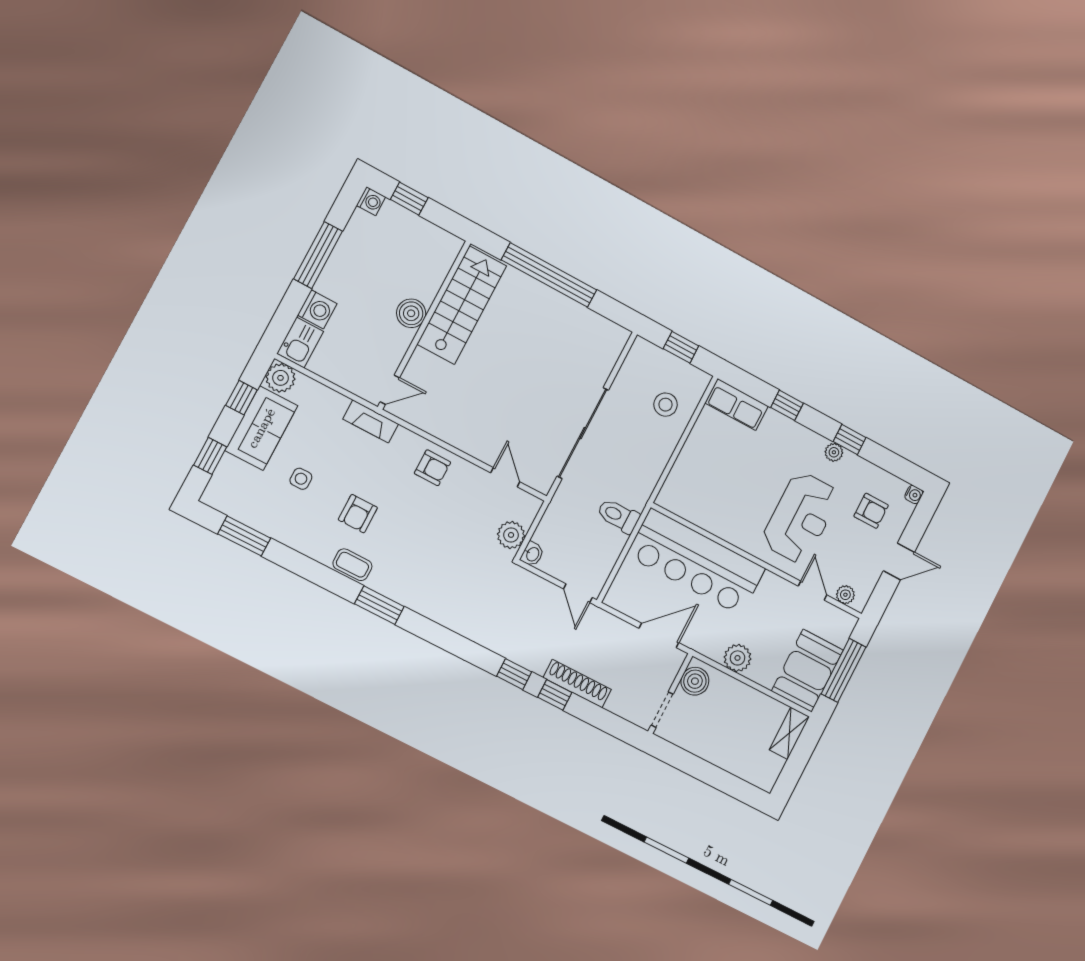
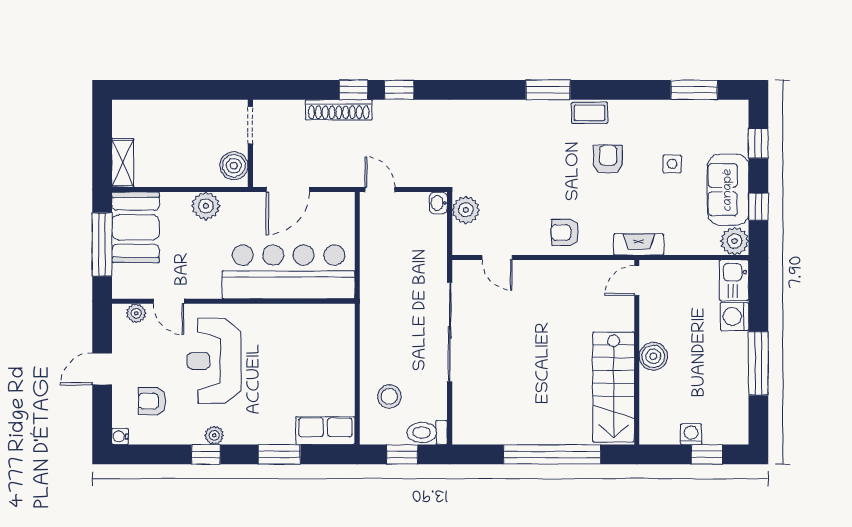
washing machine: (371, 201) -> (691, 434), moved, turned 90
window: (787, 405) -> (279, 454), width x1.50
toilet: (618, 516) -> (427, 433), moved, turned 180

